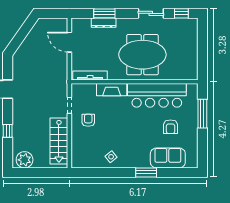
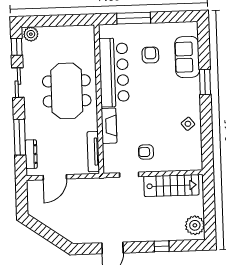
window: (104, 13) -> (20, 137), width x1.44
dresser: (104, 23) -> (31, 154), moved
plant: (192, 26) -> (31, 34), added
armchair: (171, 127) -> (150, 55), turned -90

